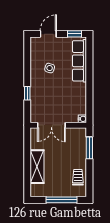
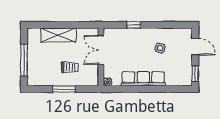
row of seats: (79, 61) -> (143, 79), moved
window: (89, 148) -> (64, 89), moved
trolley: (78, 177) -> (70, 67), moved

